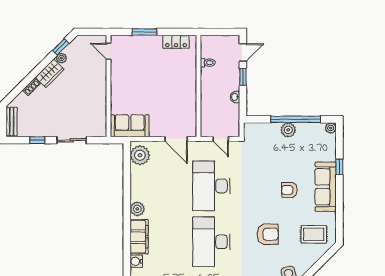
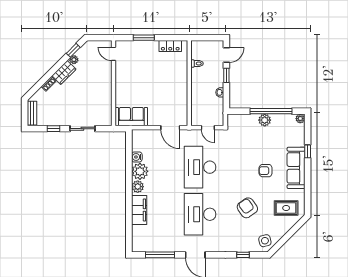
plant: (140, 155) -> (140, 171), moved
armchair: (268, 234) -> (247, 208), turned -125
water cooler: (136, 261) -> (137, 157), moved

